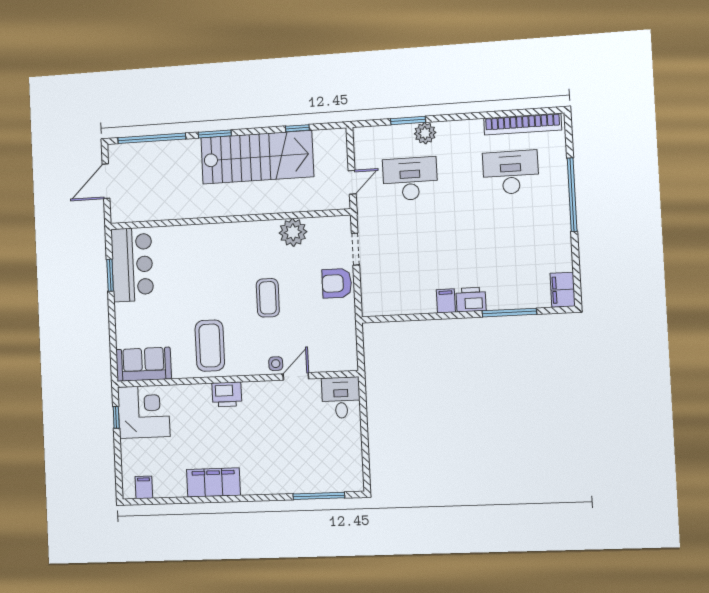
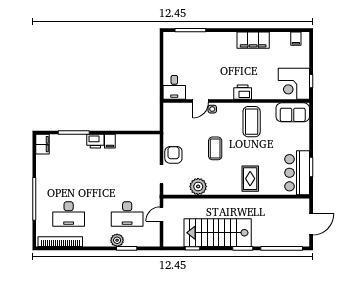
rug: (208, 250) -> (250, 179), added
armchair: (337, 283) -> (173, 155), turned -90

